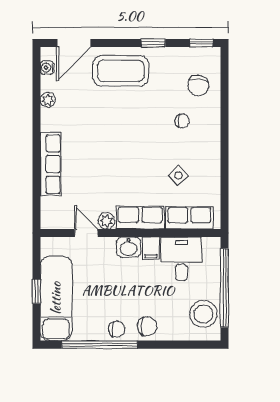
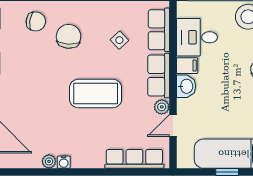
water cooler: (47, 68) -> (64, 162), moved
coffee table: (121, 71) -> (96, 93), moved, turned 90
chair: (182, 121) -> (69, 36), width x1.87, depth x1.87
row of seats: (51, 164) -> (134, 159), moved

